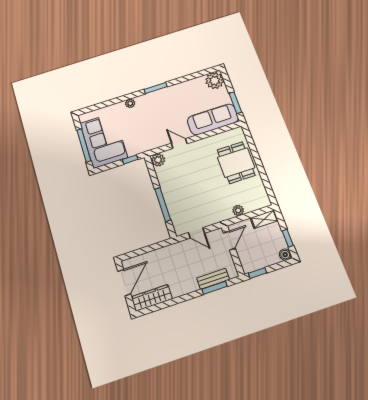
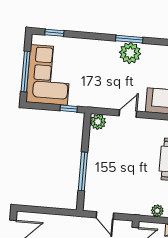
plant: (130, 103) -> (130, 53), moved, width x1.88, depth x1.88
window: (95, 107) -> (54, 33), added
door: (179, 143) -> (128, 114), hinge flipped

